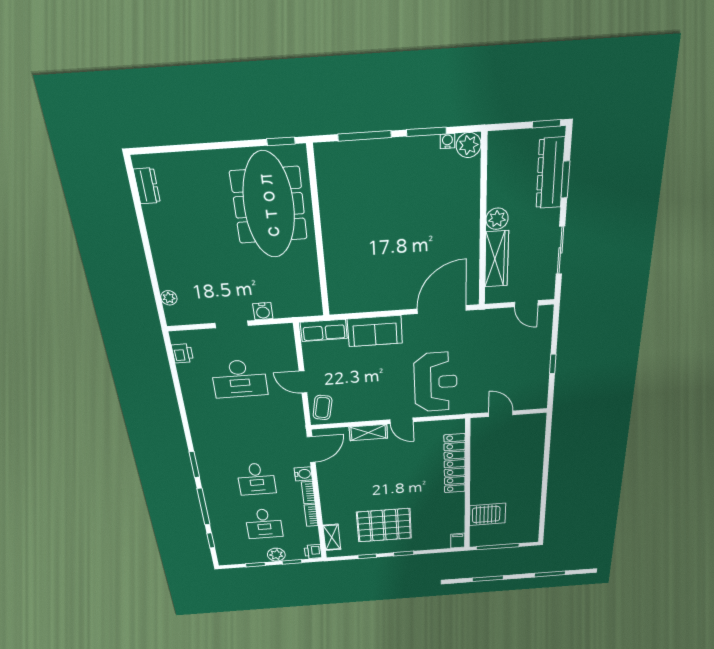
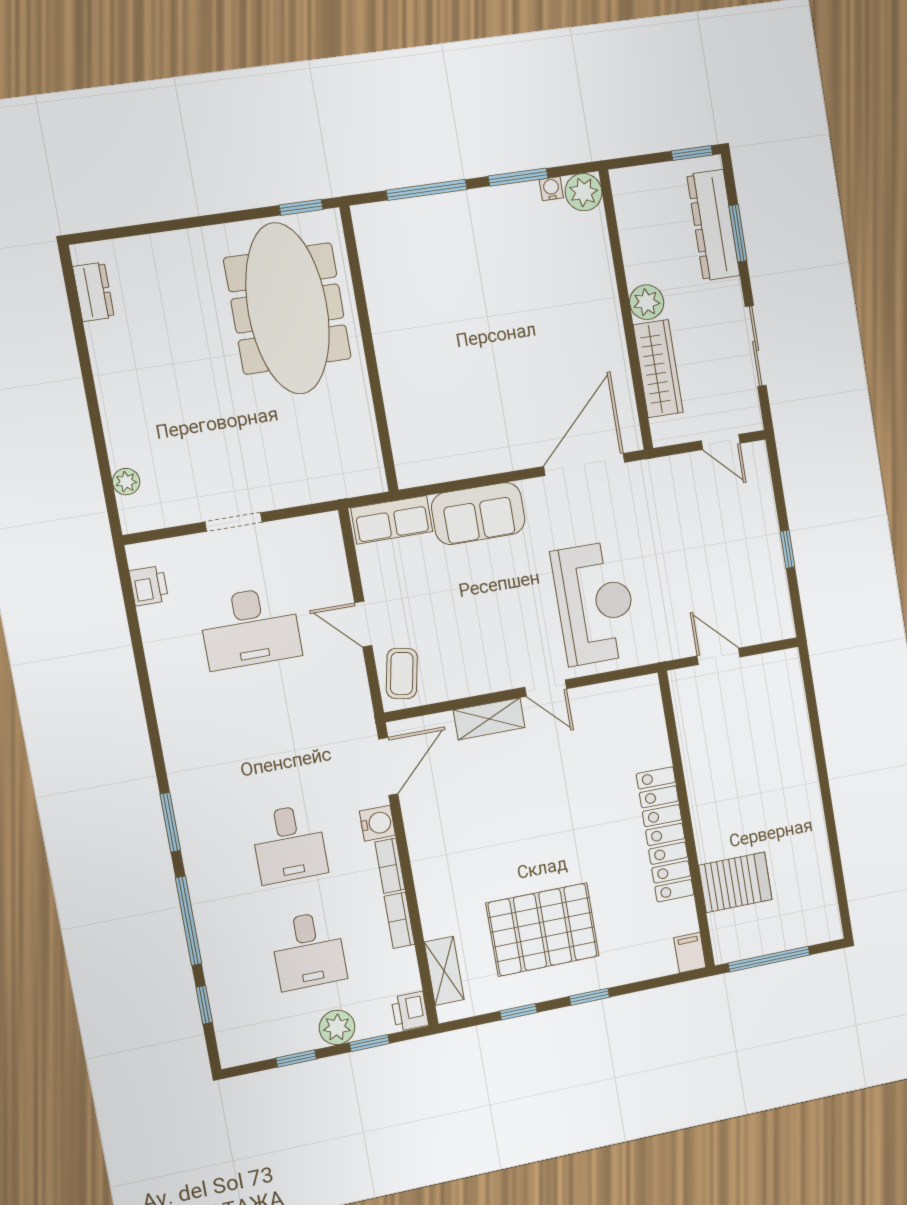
water cooler: (263, 311) -> (286, 493), removed
locker: (455, 464) -> (665, 834), moved

